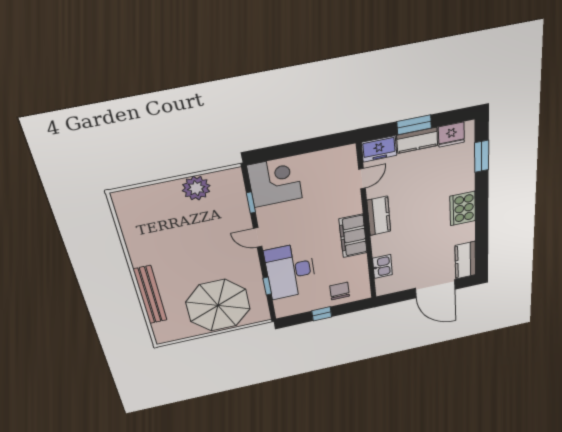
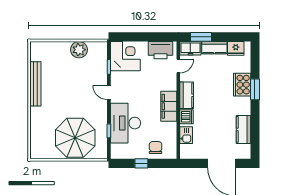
window: (414, 125) -> (201, 37), moved
window: (482, 156) -> (255, 89), moved
printer: (331, 161) -> (161, 50), added
cooker: (463, 209) -> (242, 85), moved
dishwasher: (381, 244) -> (187, 117), added
kitchen counter: (465, 260) -> (243, 129), moved
bench: (150, 295) -> (35, 84), moved

